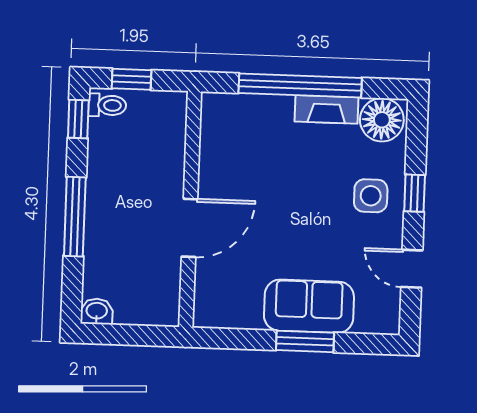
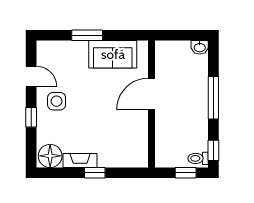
window: (300, 85) -> (95, 173), width x0.32
side table: (371, 196) -> (57, 101), moved
sofa: (309, 306) -> (113, 54), moved

